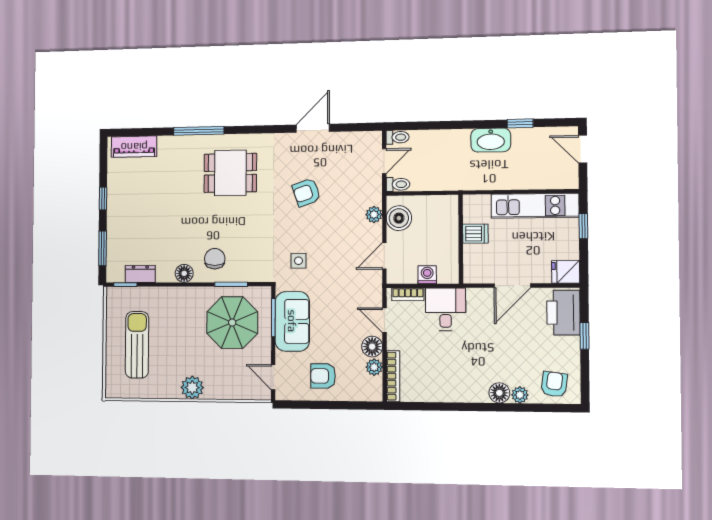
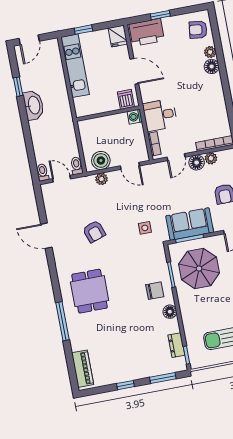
dishwasher: (475, 234) -> (126, 99), moved
chair: (215, 259) -> (155, 291), turned 180
washing machine: (427, 275) -> (135, 117), moved

